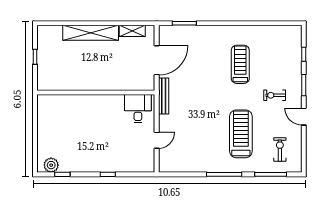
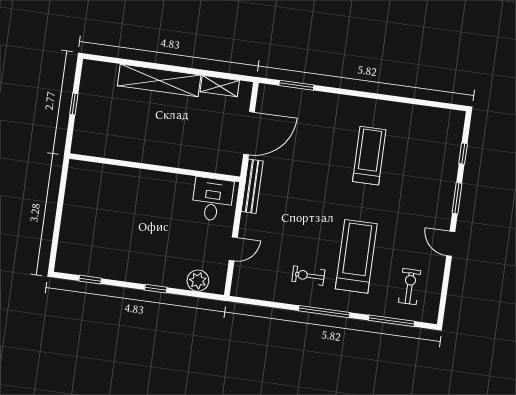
exercise bike: (275, 95) -> (308, 276), moved
plant: (51, 165) -> (198, 281), moved

